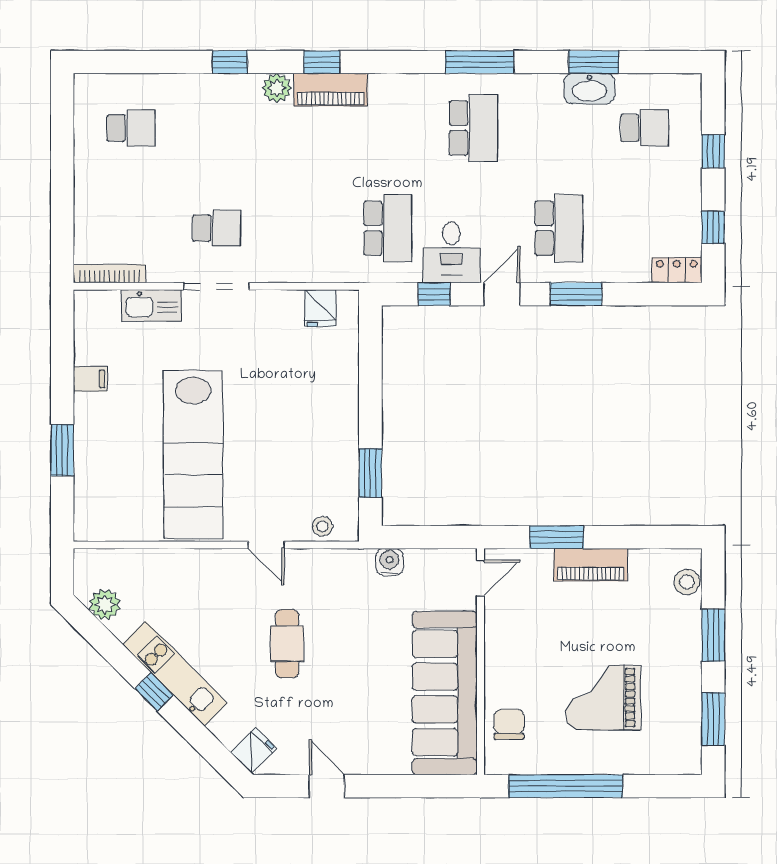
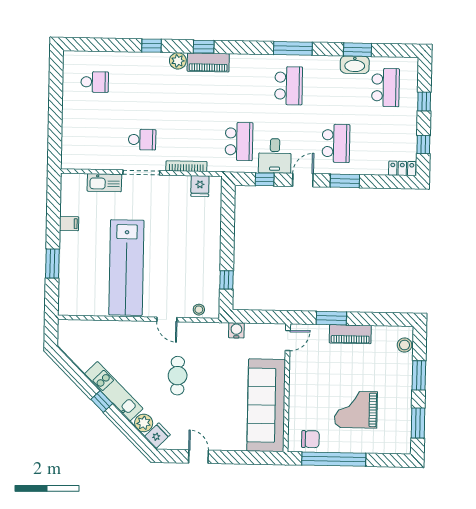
school desk: (645, 128) -> (386, 88), width x1.85
bookcase: (110, 274) -> (186, 166), moved
window: (370, 473) -> (227, 280), width x0.67
plant: (105, 604) -> (144, 423), moved
chair: (509, 724) -> (310, 439), moved, turned 90

